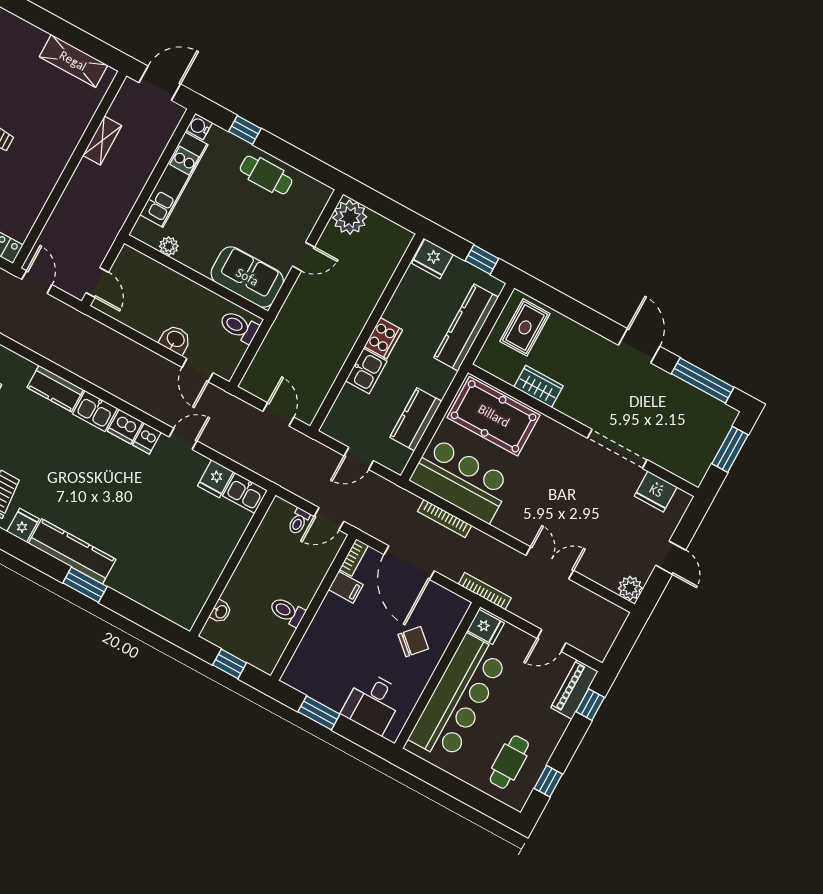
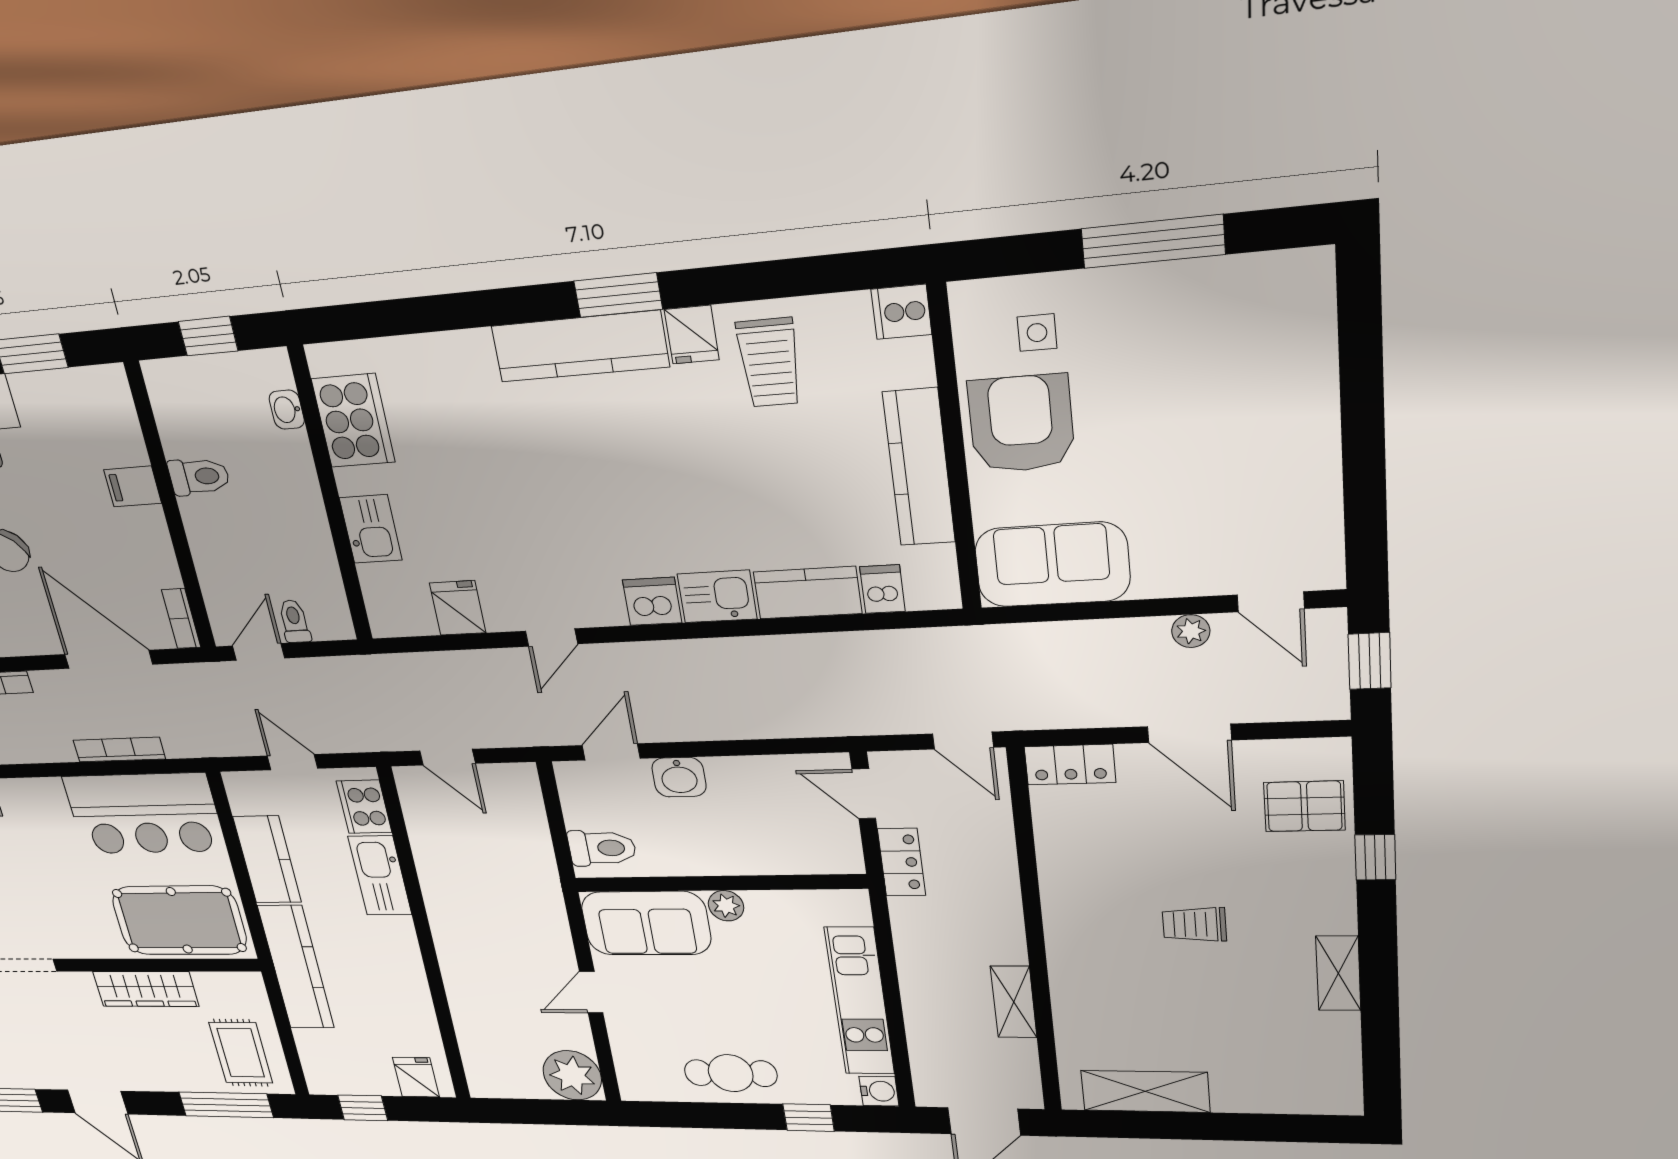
locker: (104, 240) -> (902, 862), added
plant: (169, 246) -> (726, 906), moved
fridge: (433, 259) -> (416, 1077), width x0.72
window: (561, 303) -> (226, 1105), added
kitchen counter: (466, 327) -> (296, 967), moved
cooker: (383, 338) -> (364, 807), moved
door: (198, 370) -> (611, 752), hinge flipped
kitchen sink: (366, 371) -> (380, 876), width x1.38
wardrobe: (538, 386) -> (146, 989), width x1.50
dishwasher: (147, 438) -> (882, 589), moved
door: (359, 458) -> (292, 762), hinge flipped
kitchen sink: (245, 493) -> (371, 529), moved, turned 90
window: (85, 585) -> (618, 295), moved
cooker: (195, 587) -> (353, 421), added
filing cabinet: (346, 587) -> (133, 486), moved

